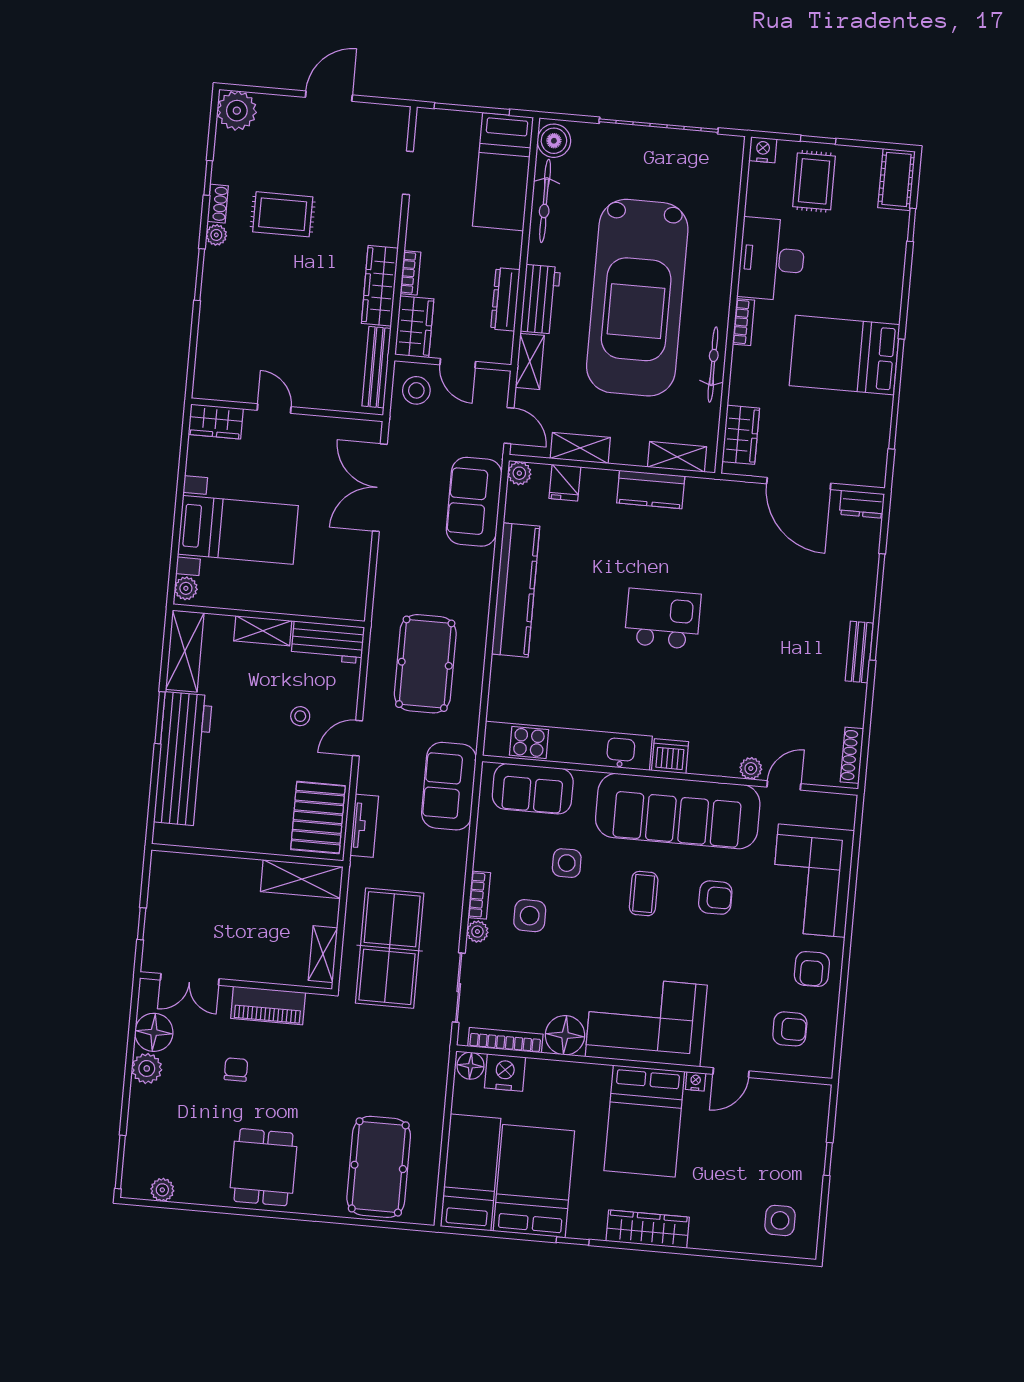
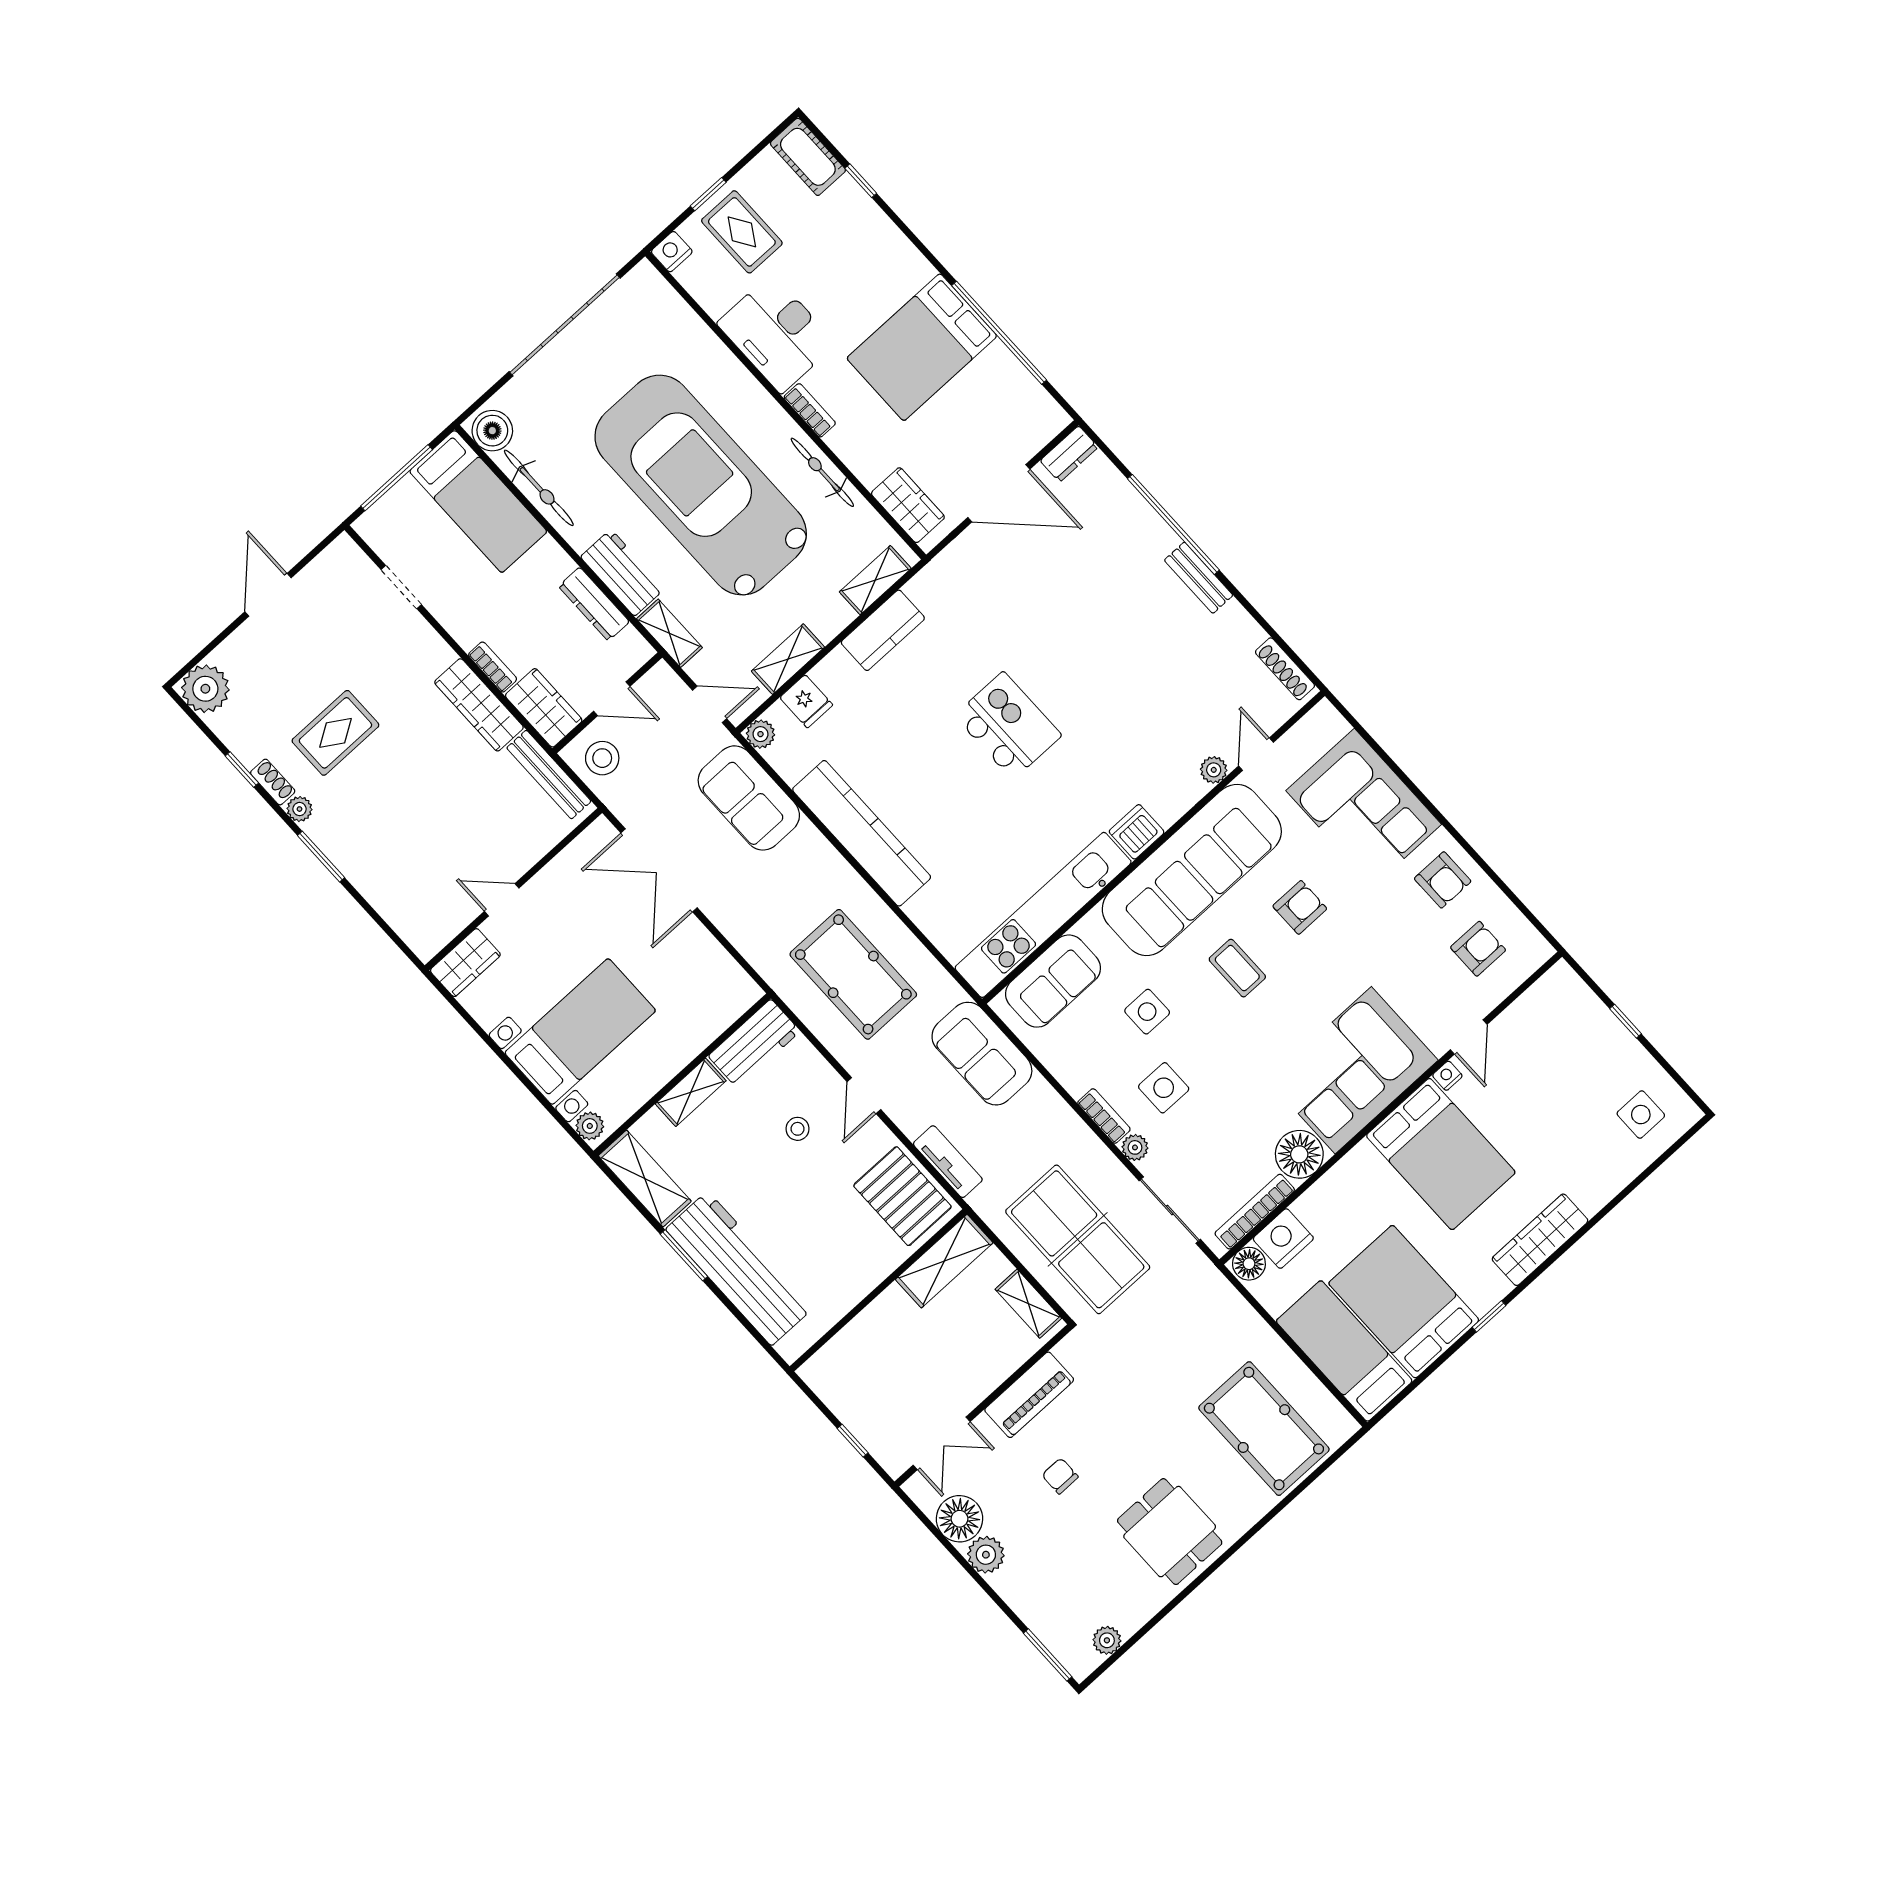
car: (637, 298) -> (701, 485), turned 180
kitchen island: (663, 619) -> (1008, 726), turned 90

